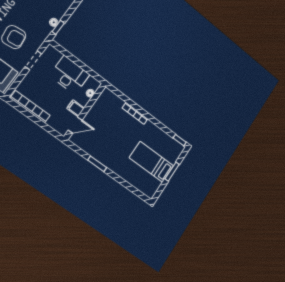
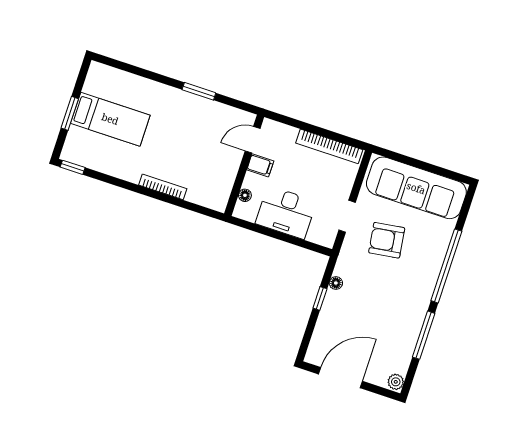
window: (58, 27) -> (320, 298), moved

